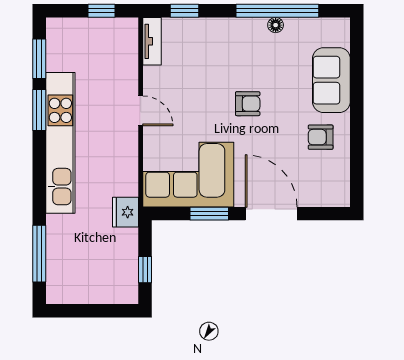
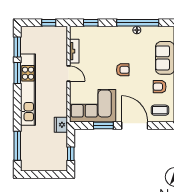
tv unit: (152, 41) -> (74, 51), moved
coffee table: (321, 183) -> (160, 110), added

